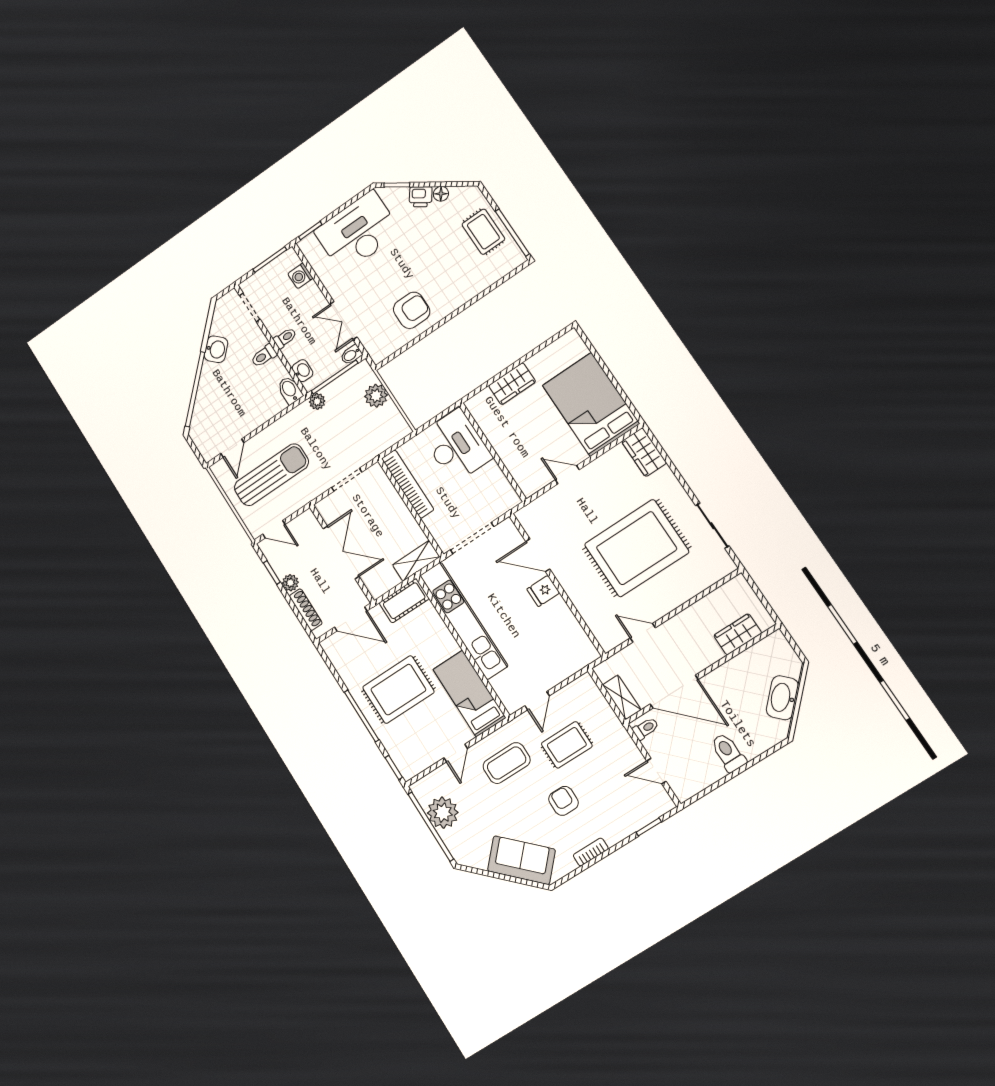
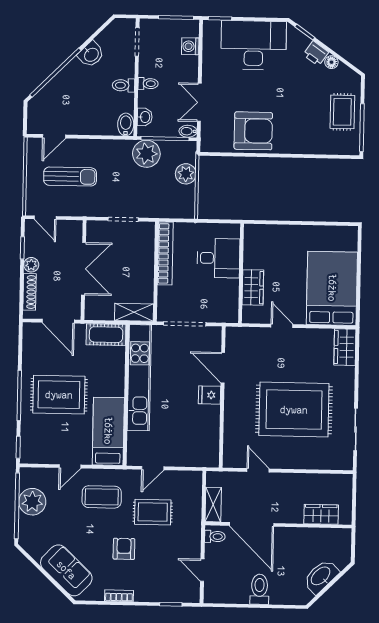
armchair: (412, 310) -> (253, 131), width x1.36, depth x1.36
wardrobe: (512, 384) -> (253, 287), moved, turned -90
plant: (317, 401) -> (146, 154), width x1.88, depth x1.88
desk: (456, 446) -> (218, 258), width x0.73
sun lounger: (271, 475) -> (70, 177), width x0.73, depth x0.75

